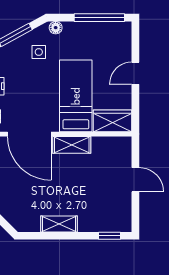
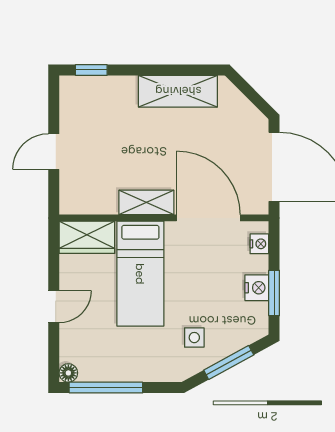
floor lamp: (56, 28) -> (68, 373), moved
door: (135, 180) -> (54, 152), hinge flipped
shelving: (59, 224) -> (178, 91), width x1.50, depth x1.33

